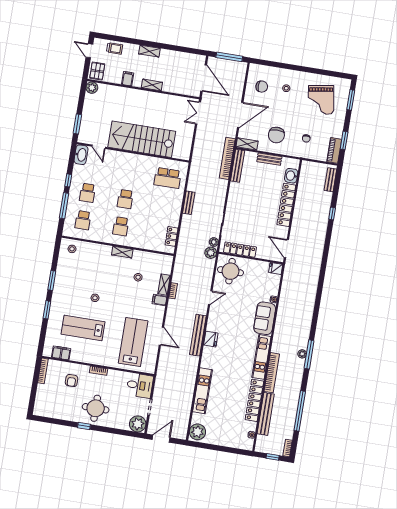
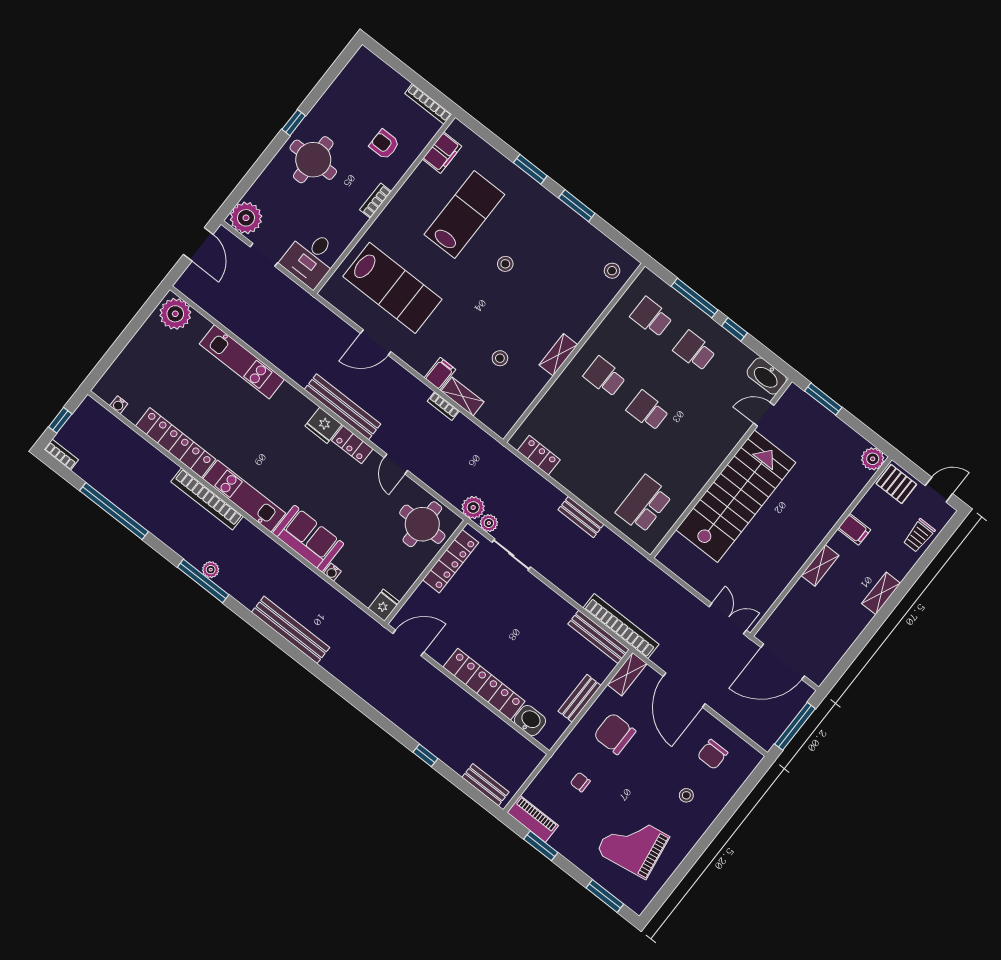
locker: (212, 322) -> (352, 445), added
bench: (266, 414) -> (291, 630), moved

